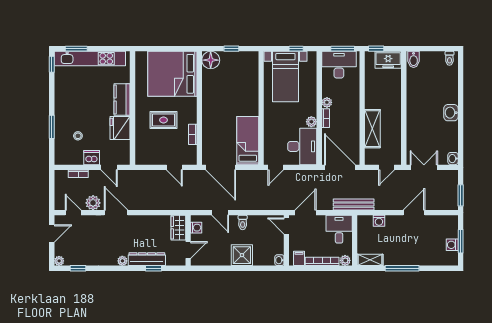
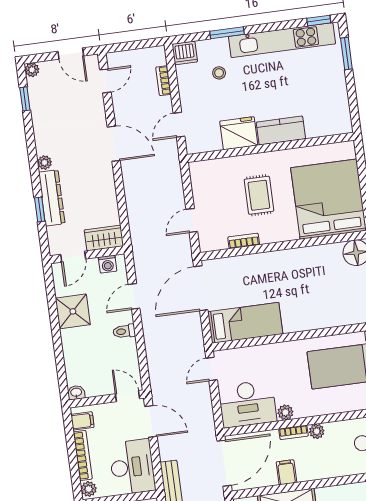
kitchen unit: (90, 59) -> (282, 40), moved, turned -90
filing cabinet: (352, 126) -> (286, 472), added
dishwasher: (92, 158) -> (185, 53), moved, turned 90
door: (276, 167) -> (212, 369), hinge flipped
plant: (93, 203) -> (124, 108), removed
door: (116, 213) -> (114, 144), hinge flipped
door: (286, 226) -> (128, 396), hinge flipped
desk: (339, 229) -> (132, 467), width x1.37
door: (188, 250) -> (73, 257), hinge flipped
shower: (242, 255) -> (73, 311), moved

